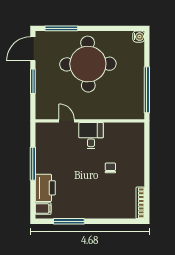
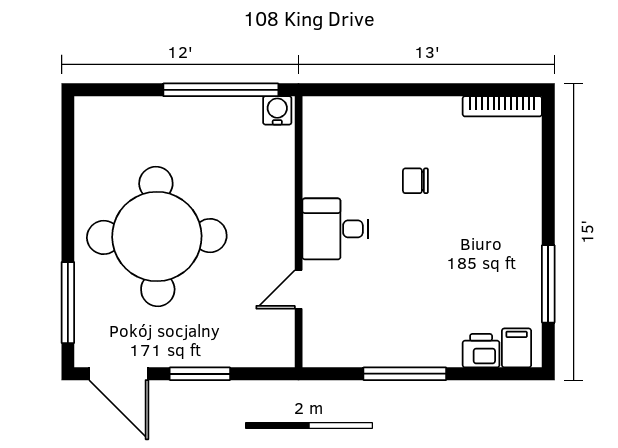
water cooler: (139, 37) -> (277, 110), moved
printer: (45, 188) -> (481, 351), width x0.53, depth x0.68

